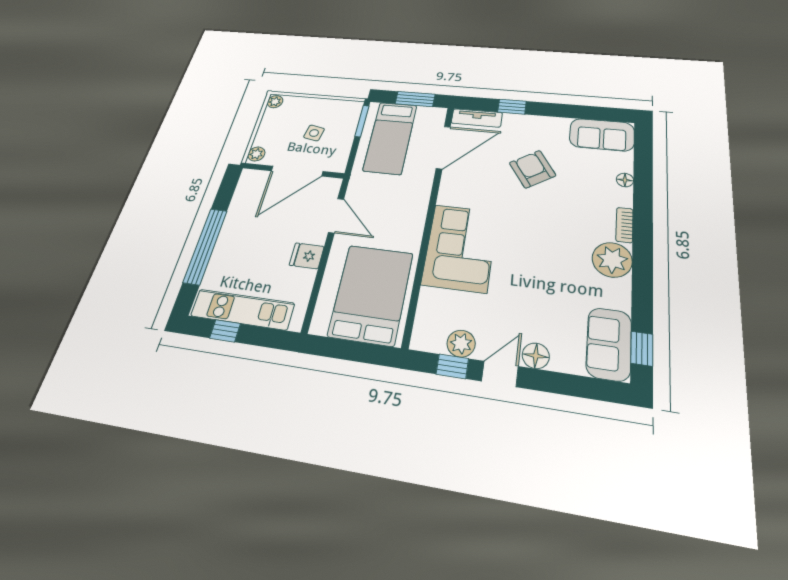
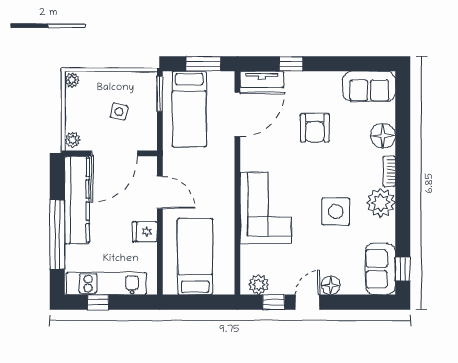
armchair: (533, 169) -> (315, 128), turned -147
floor lamp: (625, 180) -> (383, 136), width x1.89, depth x1.89
kitchen counter: (240, 212) -> (77, 200), added
side table: (551, 263) -> (336, 211), added
bed: (371, 294) -> (195, 256), width x0.67
plant: (461, 344) -> (259, 285), moved

